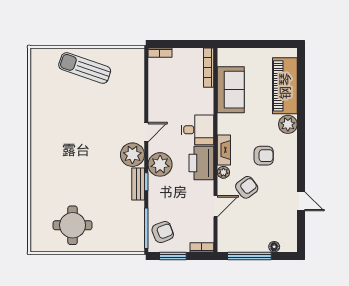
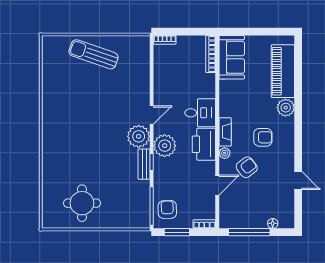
sofa: (231, 90) -> (232, 57), moved
armchair: (163, 232) -> (167, 210), turned -71

